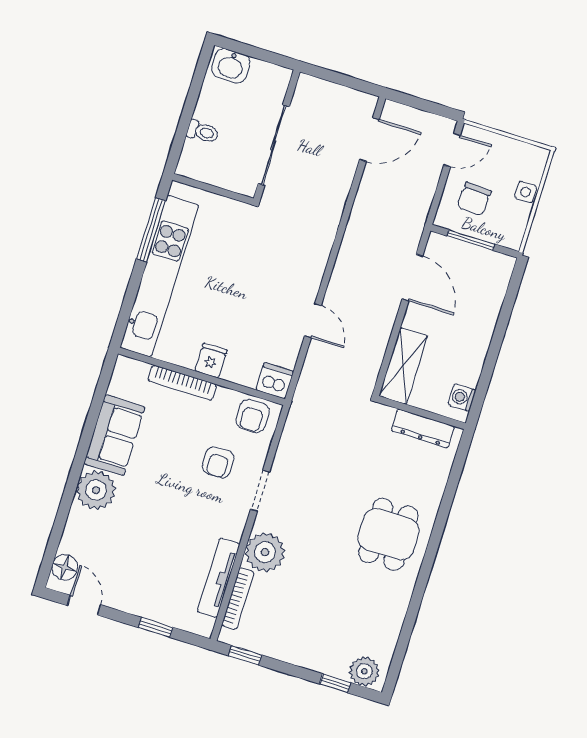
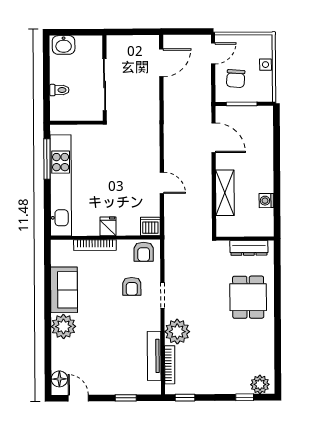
wall: (421, 413) -> (245, 239), moved
dresser: (423, 429) -> (249, 248), moved

